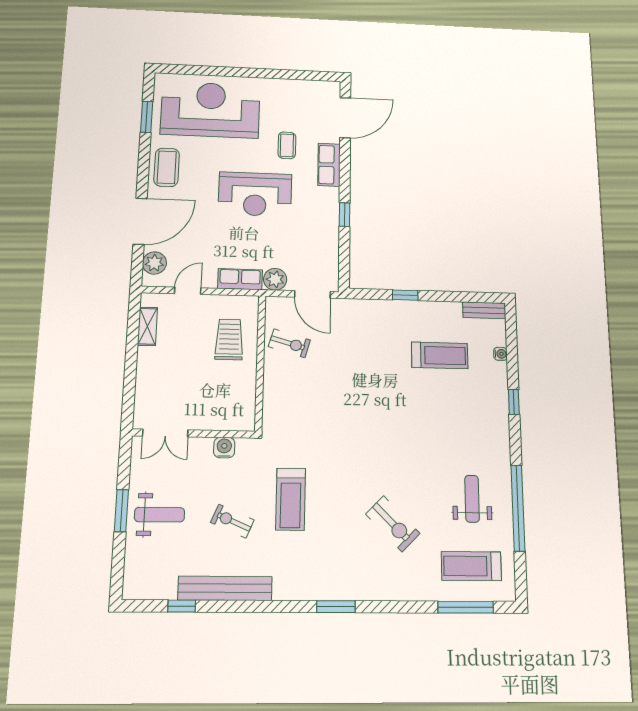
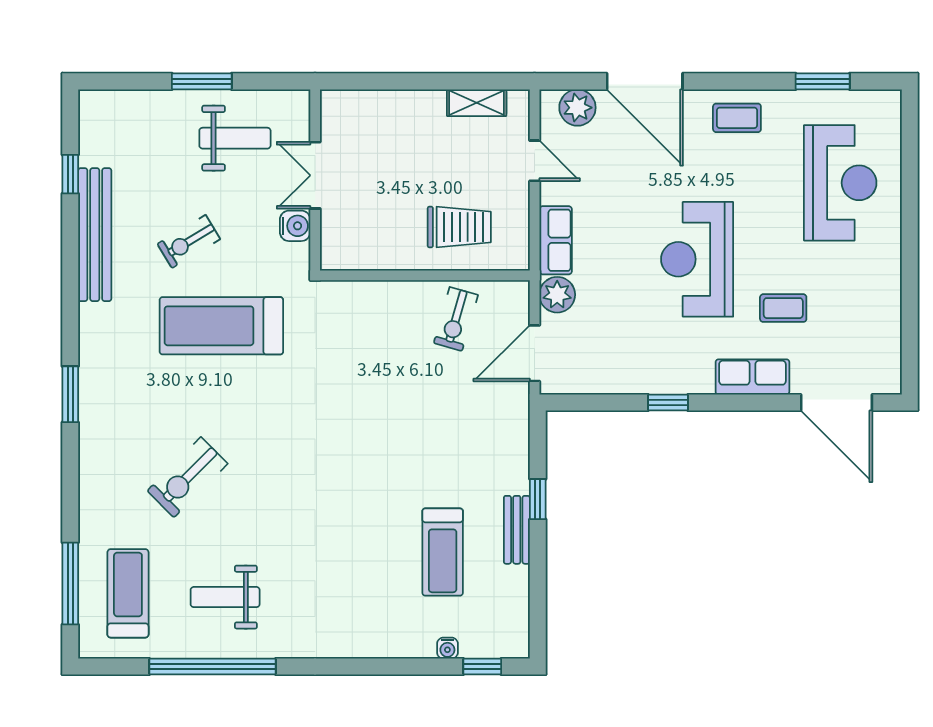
reception desk: (210, 110) -> (840, 183), width x0.74, depth x0.77
coffee table: (167, 167) -> (737, 118), width x0.73, depth x0.77
bench: (484, 310) -> (517, 530), moved
window: (514, 402) -> (482, 666), moved
double door: (165, 433) -> (315, 175), moved
treadmill: (291, 499) -> (221, 326), width x1.37, depth x1.38
weight bench: (472, 499) -> (225, 597), turned 180
weight bench: (159, 515) -> (235, 138), moved, turned -90
exercise bike: (232, 521) -> (189, 242), turned -144

